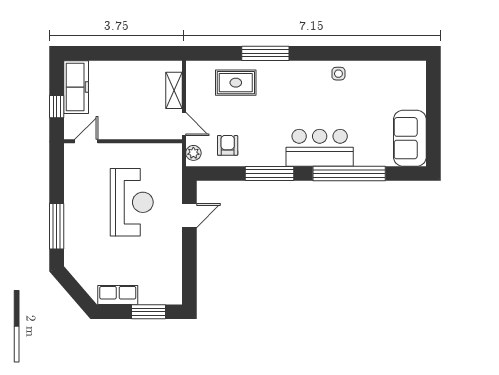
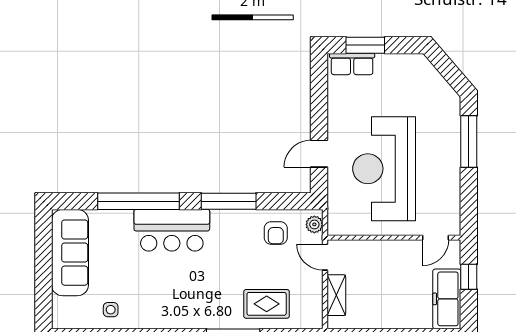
side table: (338, 74) -> (111, 310), moved
sofa: (410, 138) -> (70, 253), width x1.36
reception desk: (132, 202) -> (384, 169), width x1.36, depth x1.30
row of seats: (118, 295) -> (352, 64), moved

